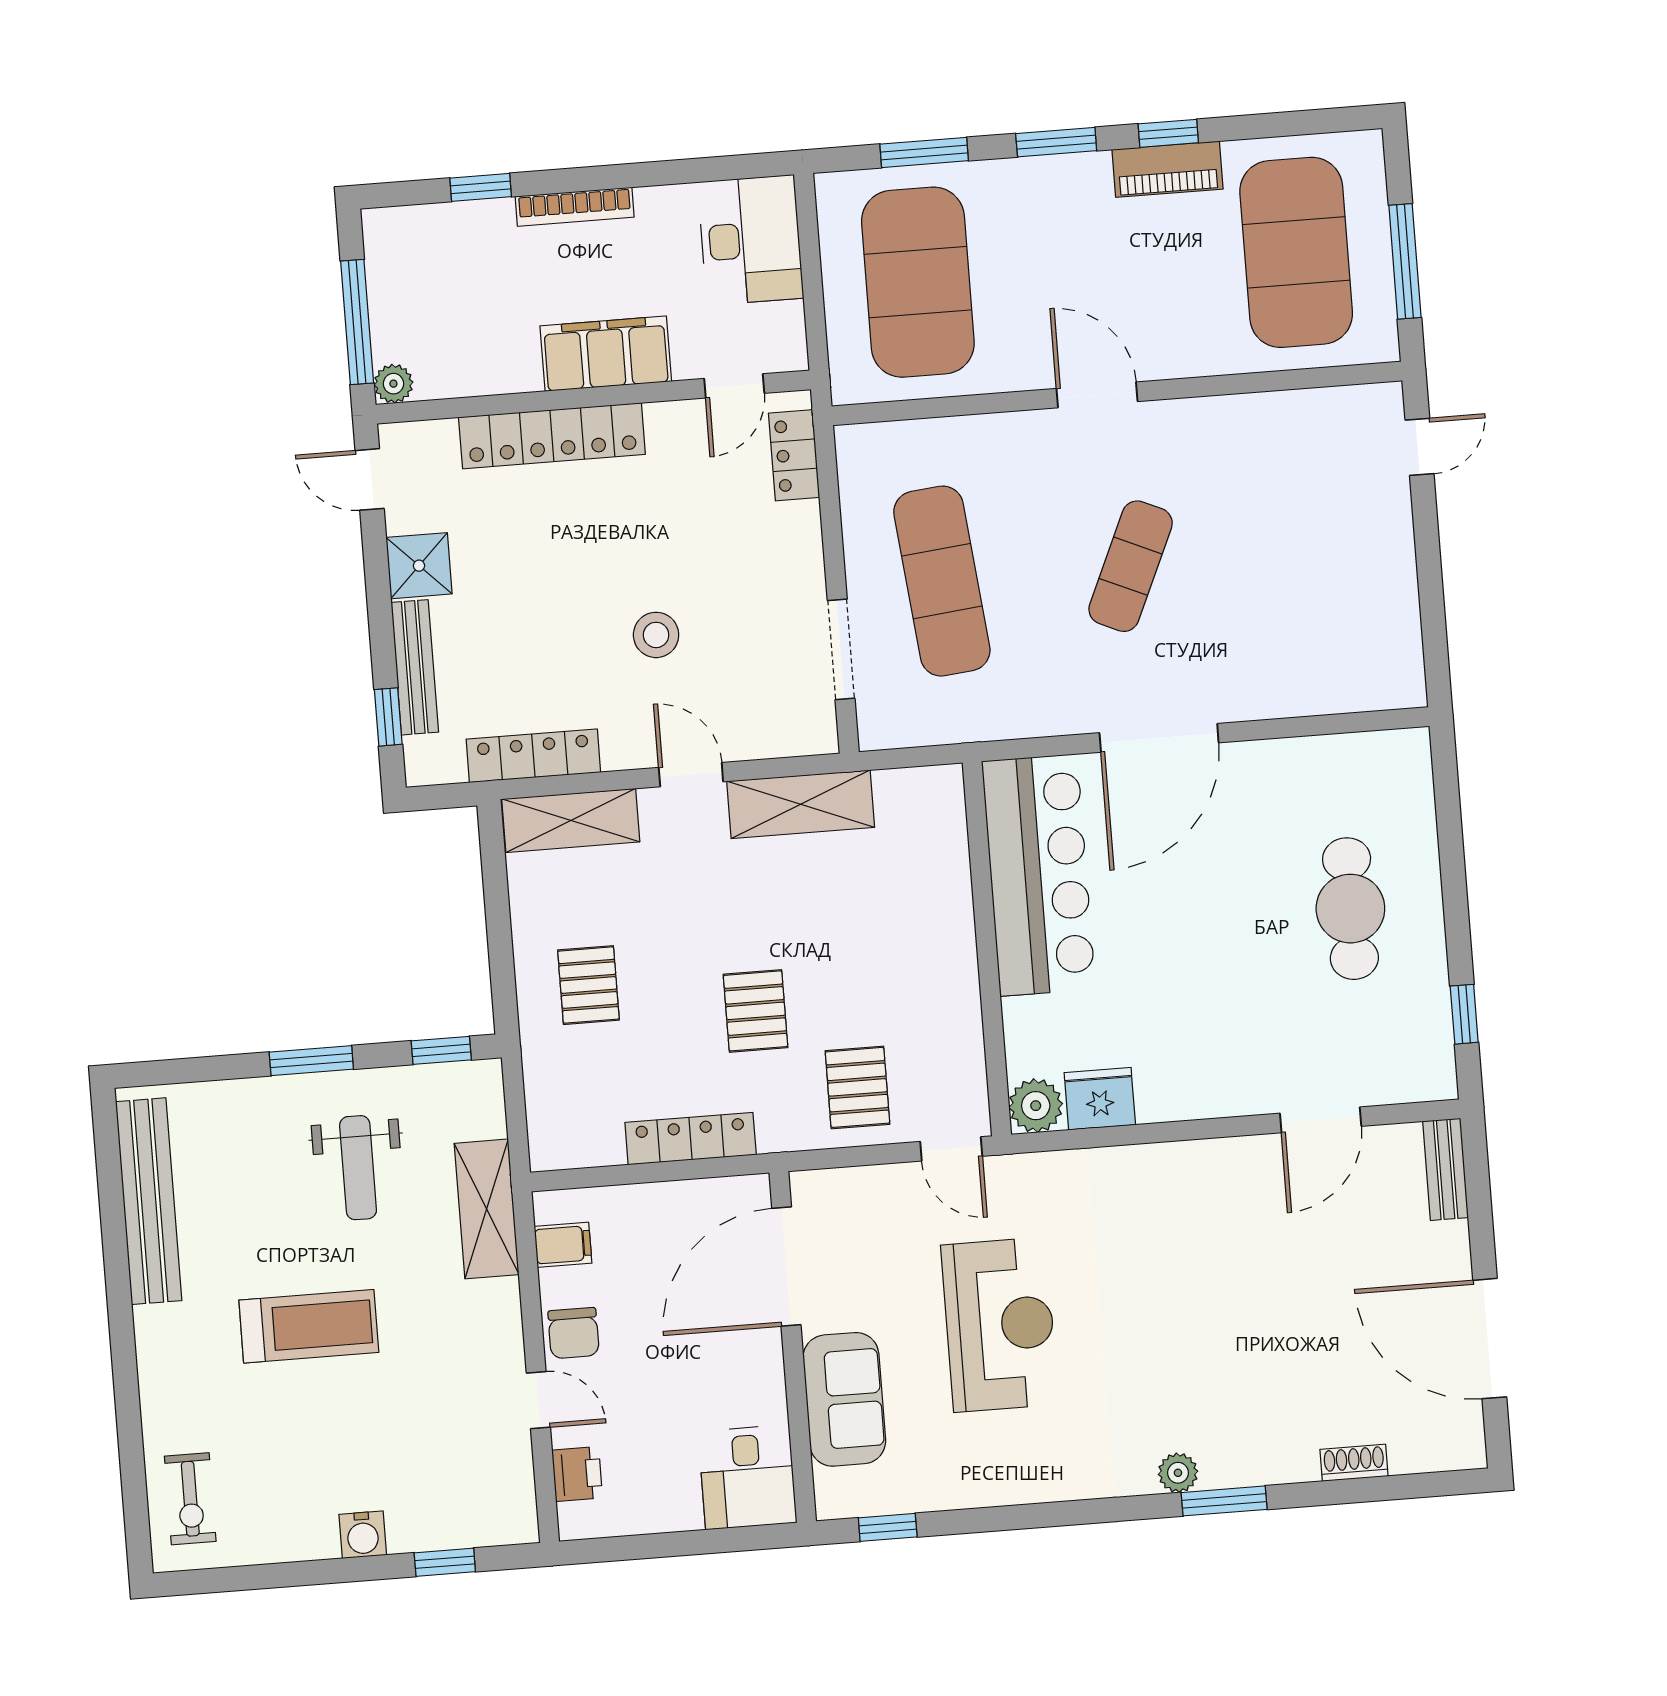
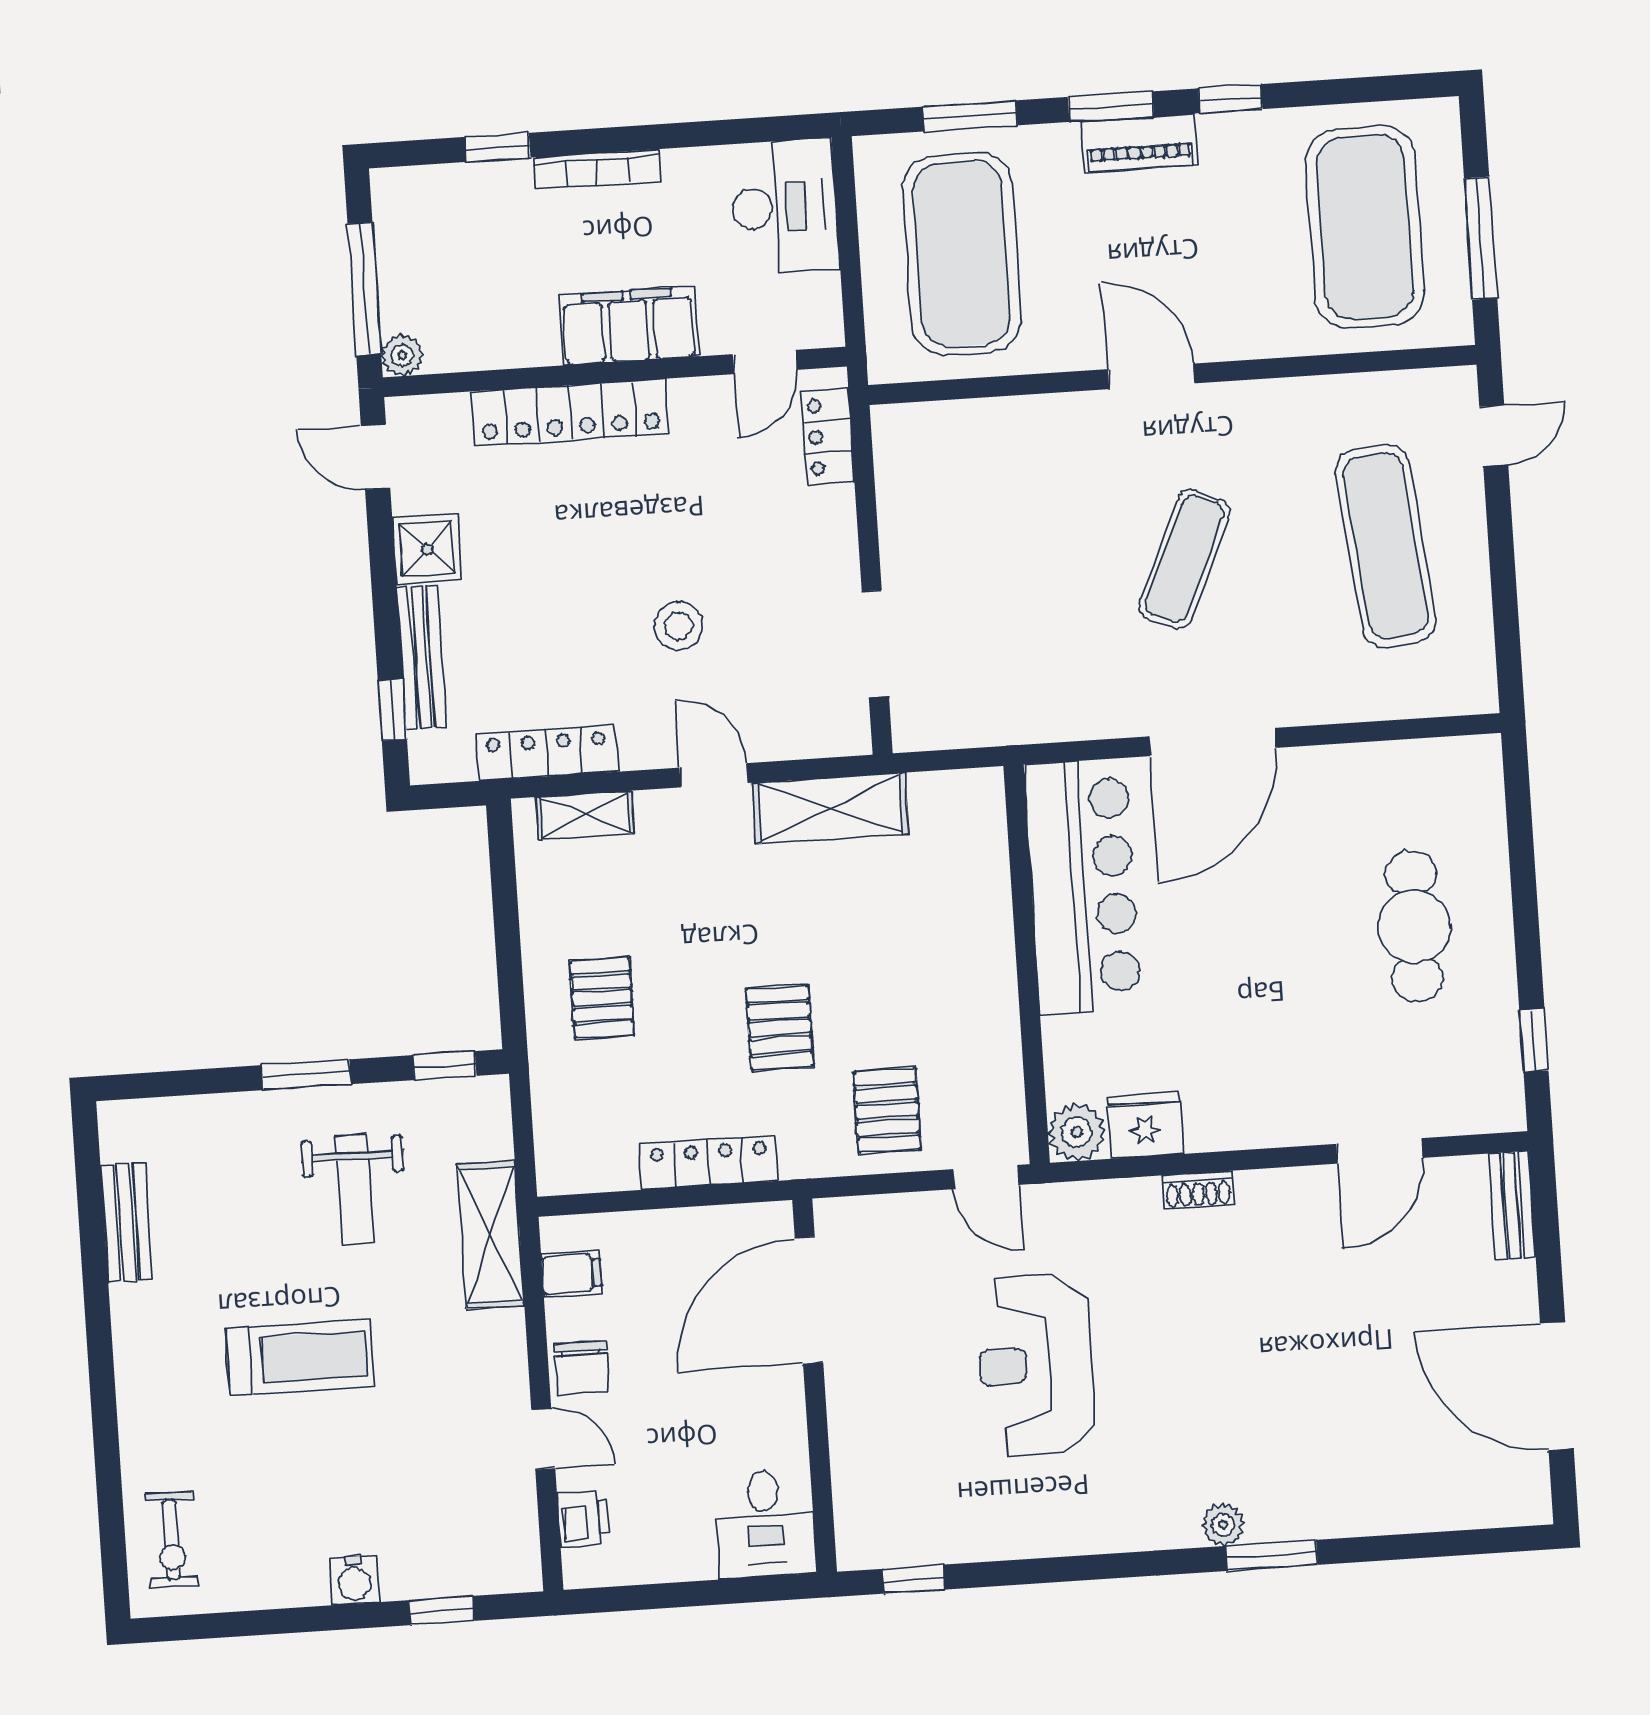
piano: (1167, 169) -> (1140, 143), moved
exercise mat: (942, 581) -> (1386, 546), moved
shelving: (571, 820) -> (585, 815), width x0.67, depth x0.75
bench: (149, 1201) -> (126, 1223), width x0.54, depth x0.82
reception desk: (1000, 1325) -> (1035, 1365), turned 180
sofa: (844, 1399) -> (869, 1442), removed
shoe rack: (1354, 1463) -> (1198, 1190), moved, turned 180

